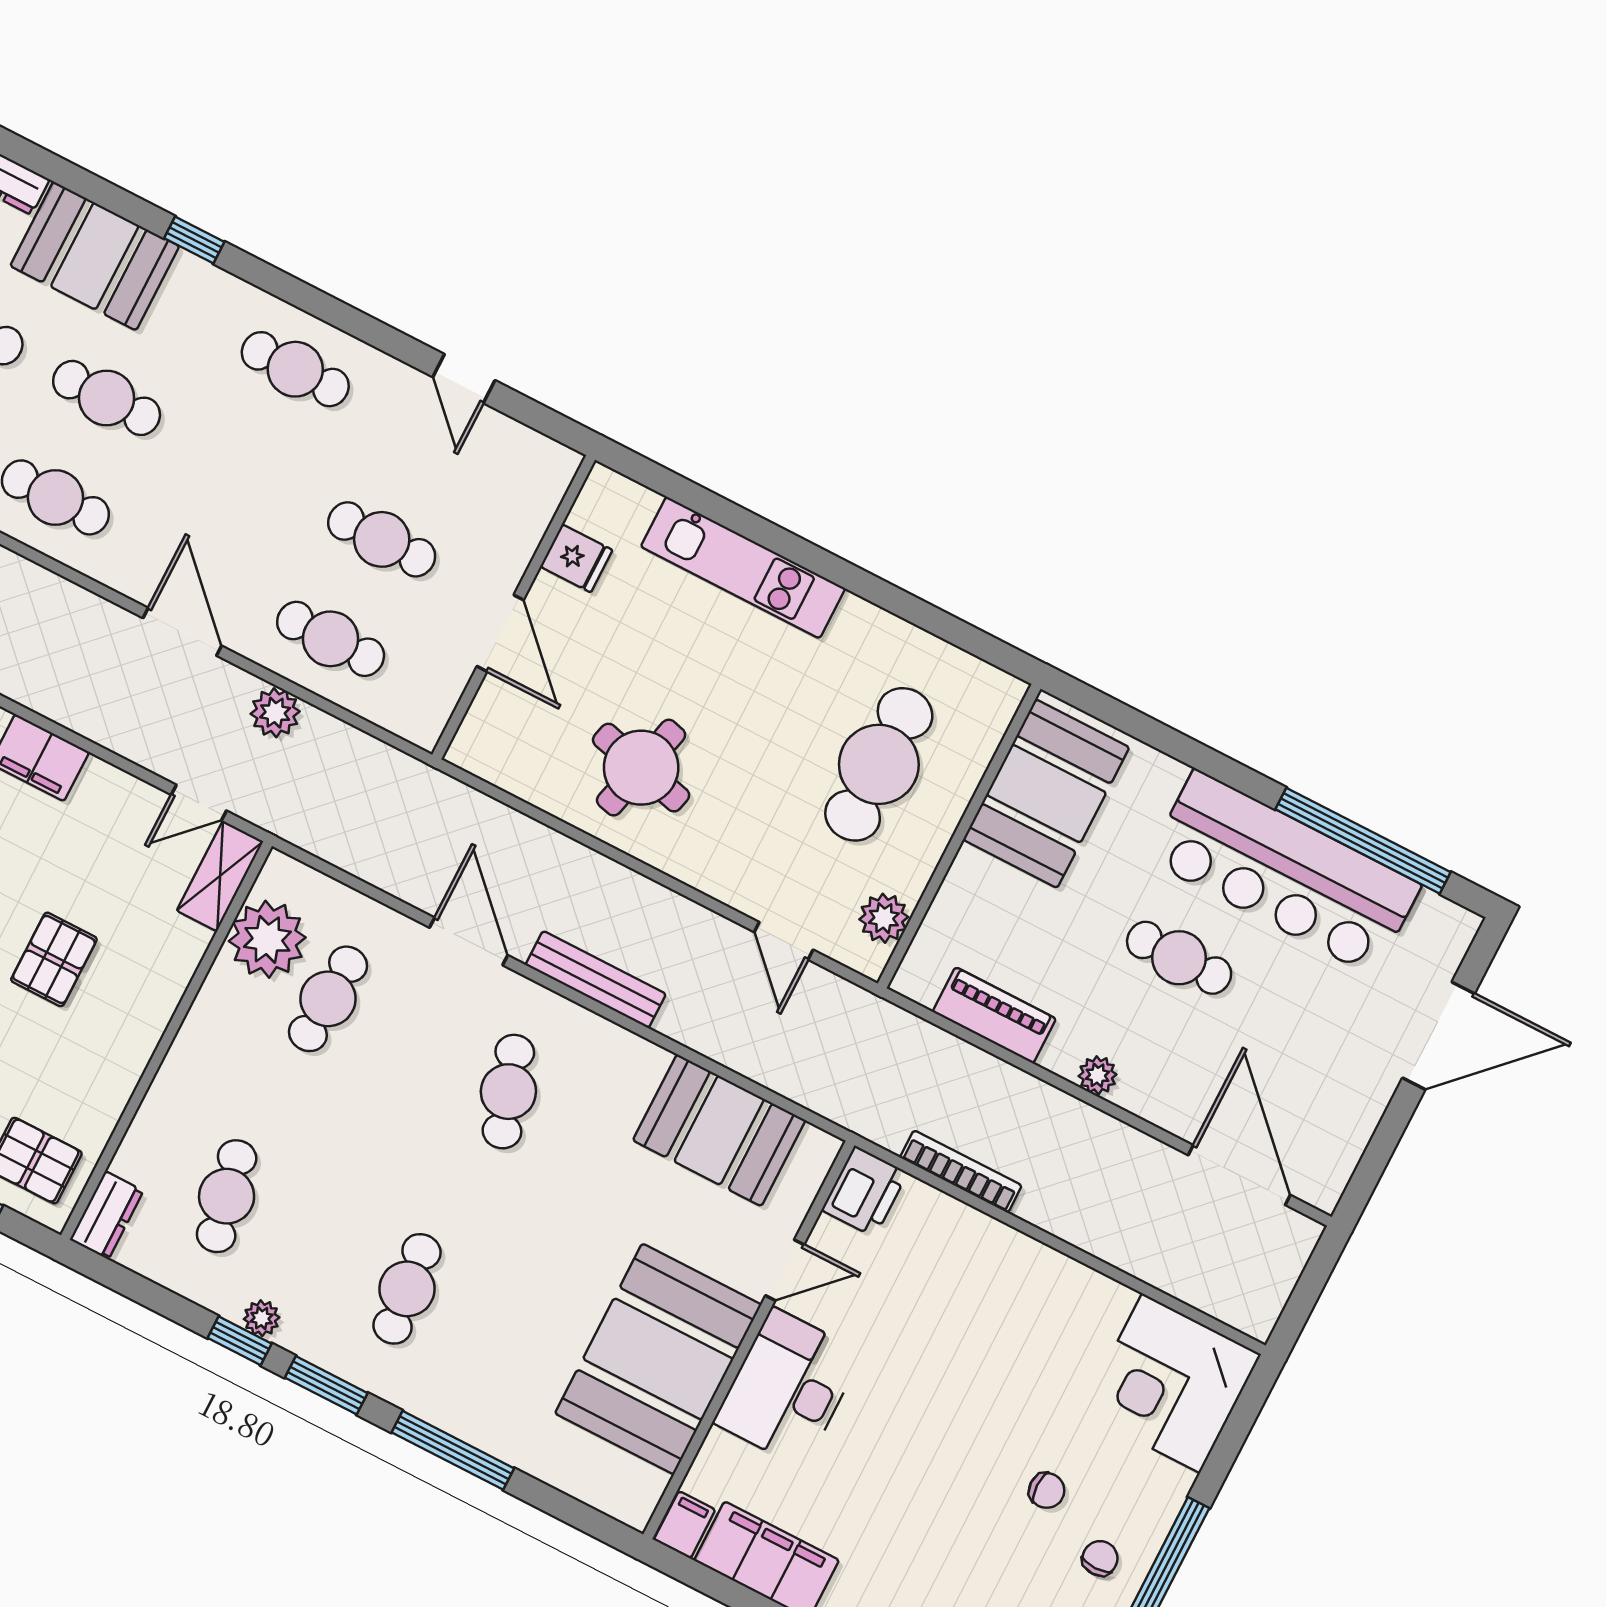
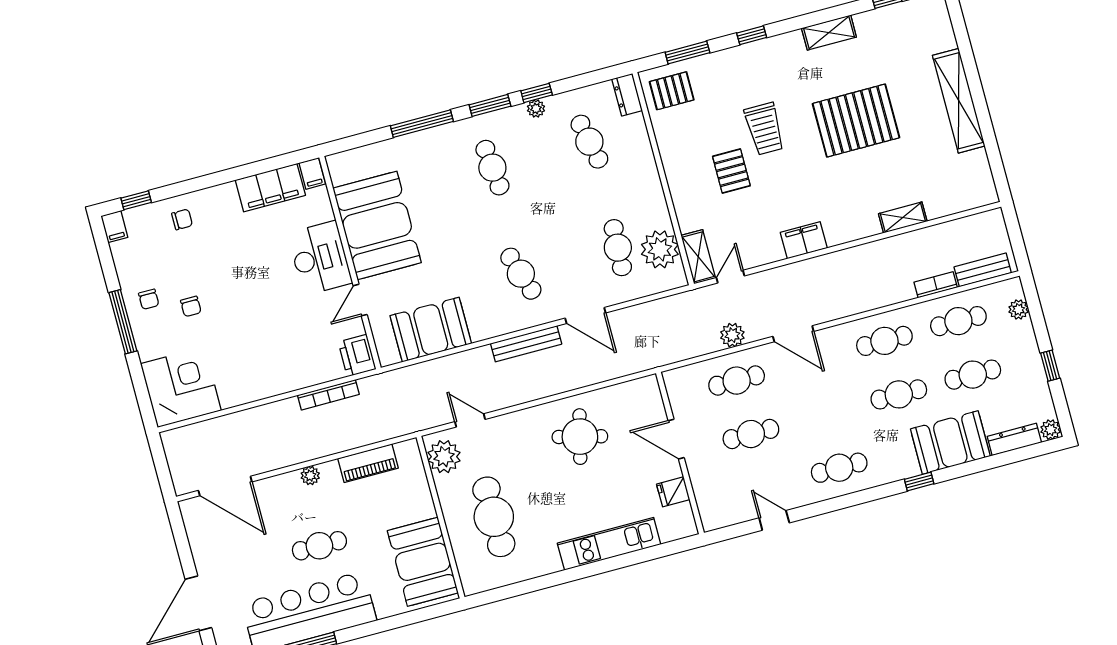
plant: (884, 918) -> (444, 457), width x1.36, depth x1.36
chair: (1047, 1490) -> (191, 306), turned -90

